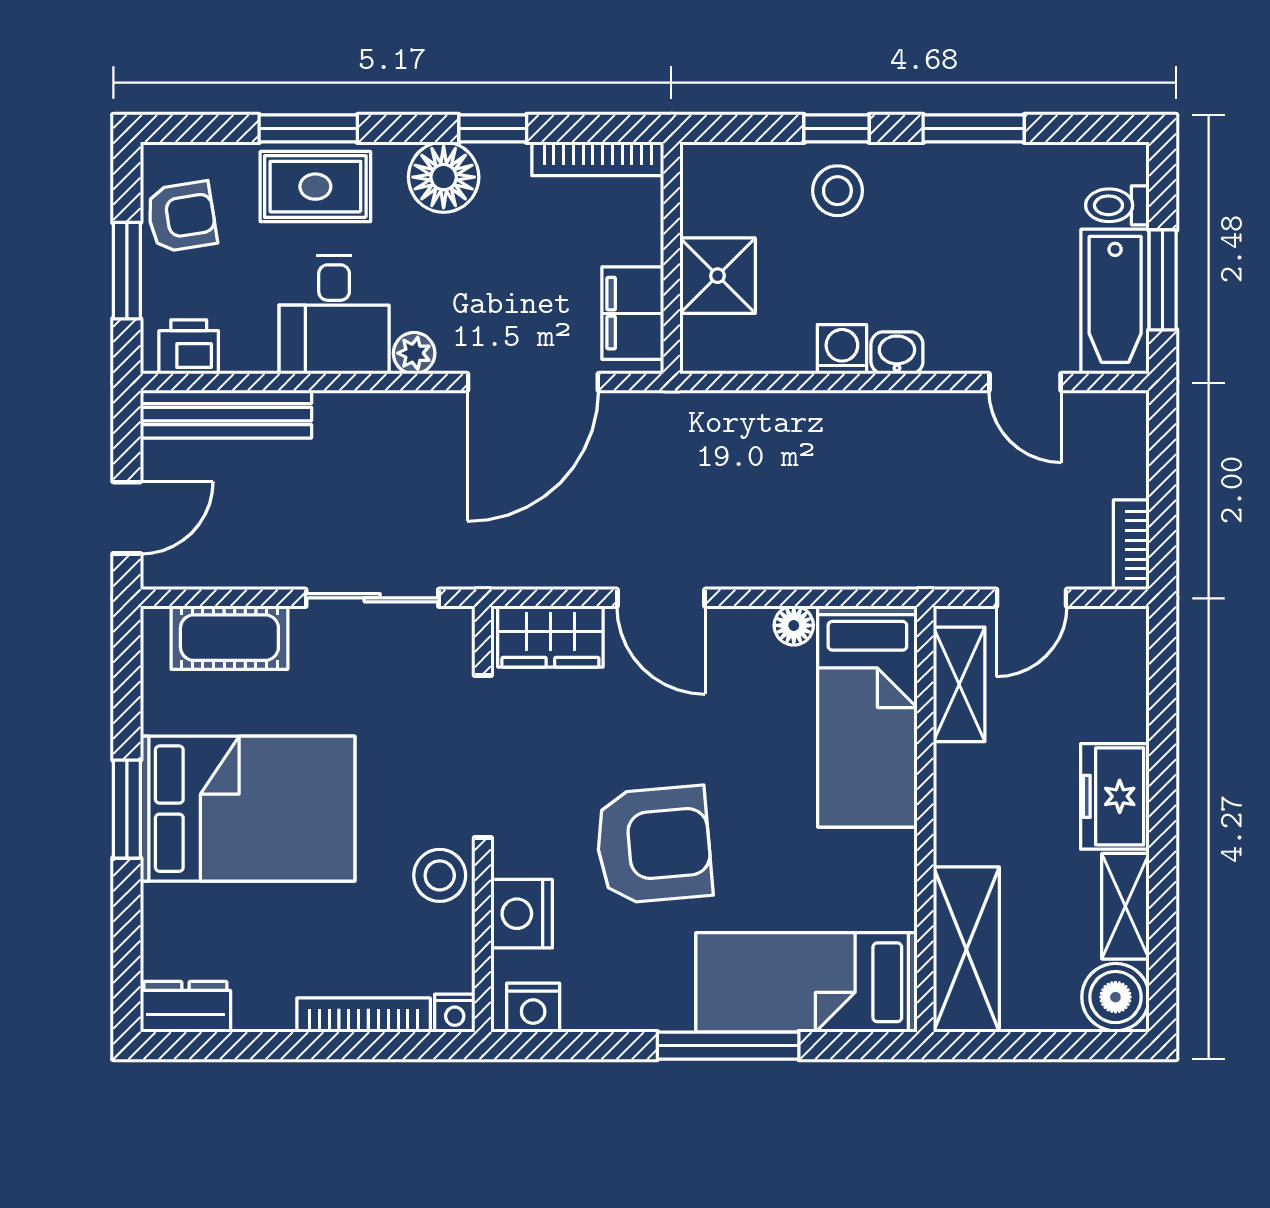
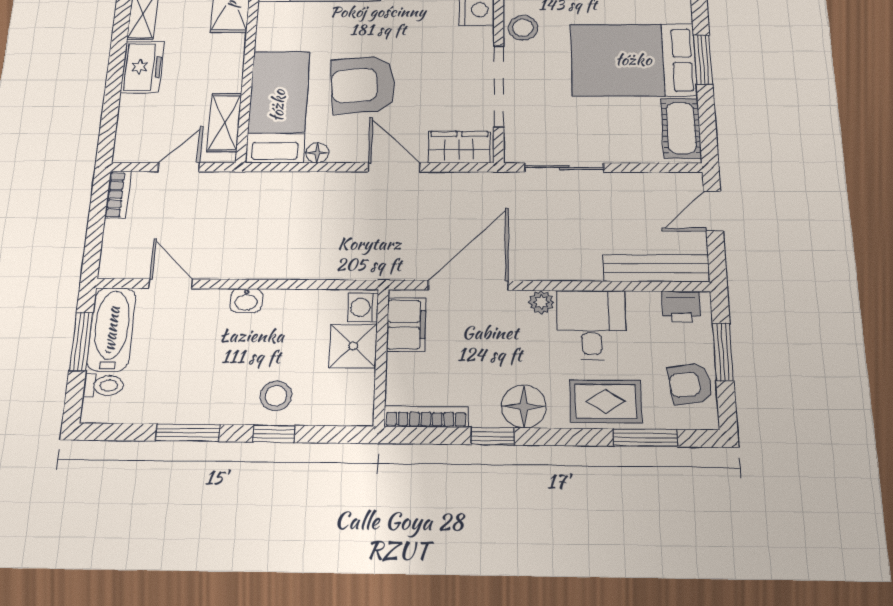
window: (308, 128) -> (645, 438), moved
washing machine: (842, 349) -> (363, 307), moved, turned 90
cot: (229, 638) -> (681, 128), moved, turned 90
armchair: (653, 845) -> (363, 85), moved

